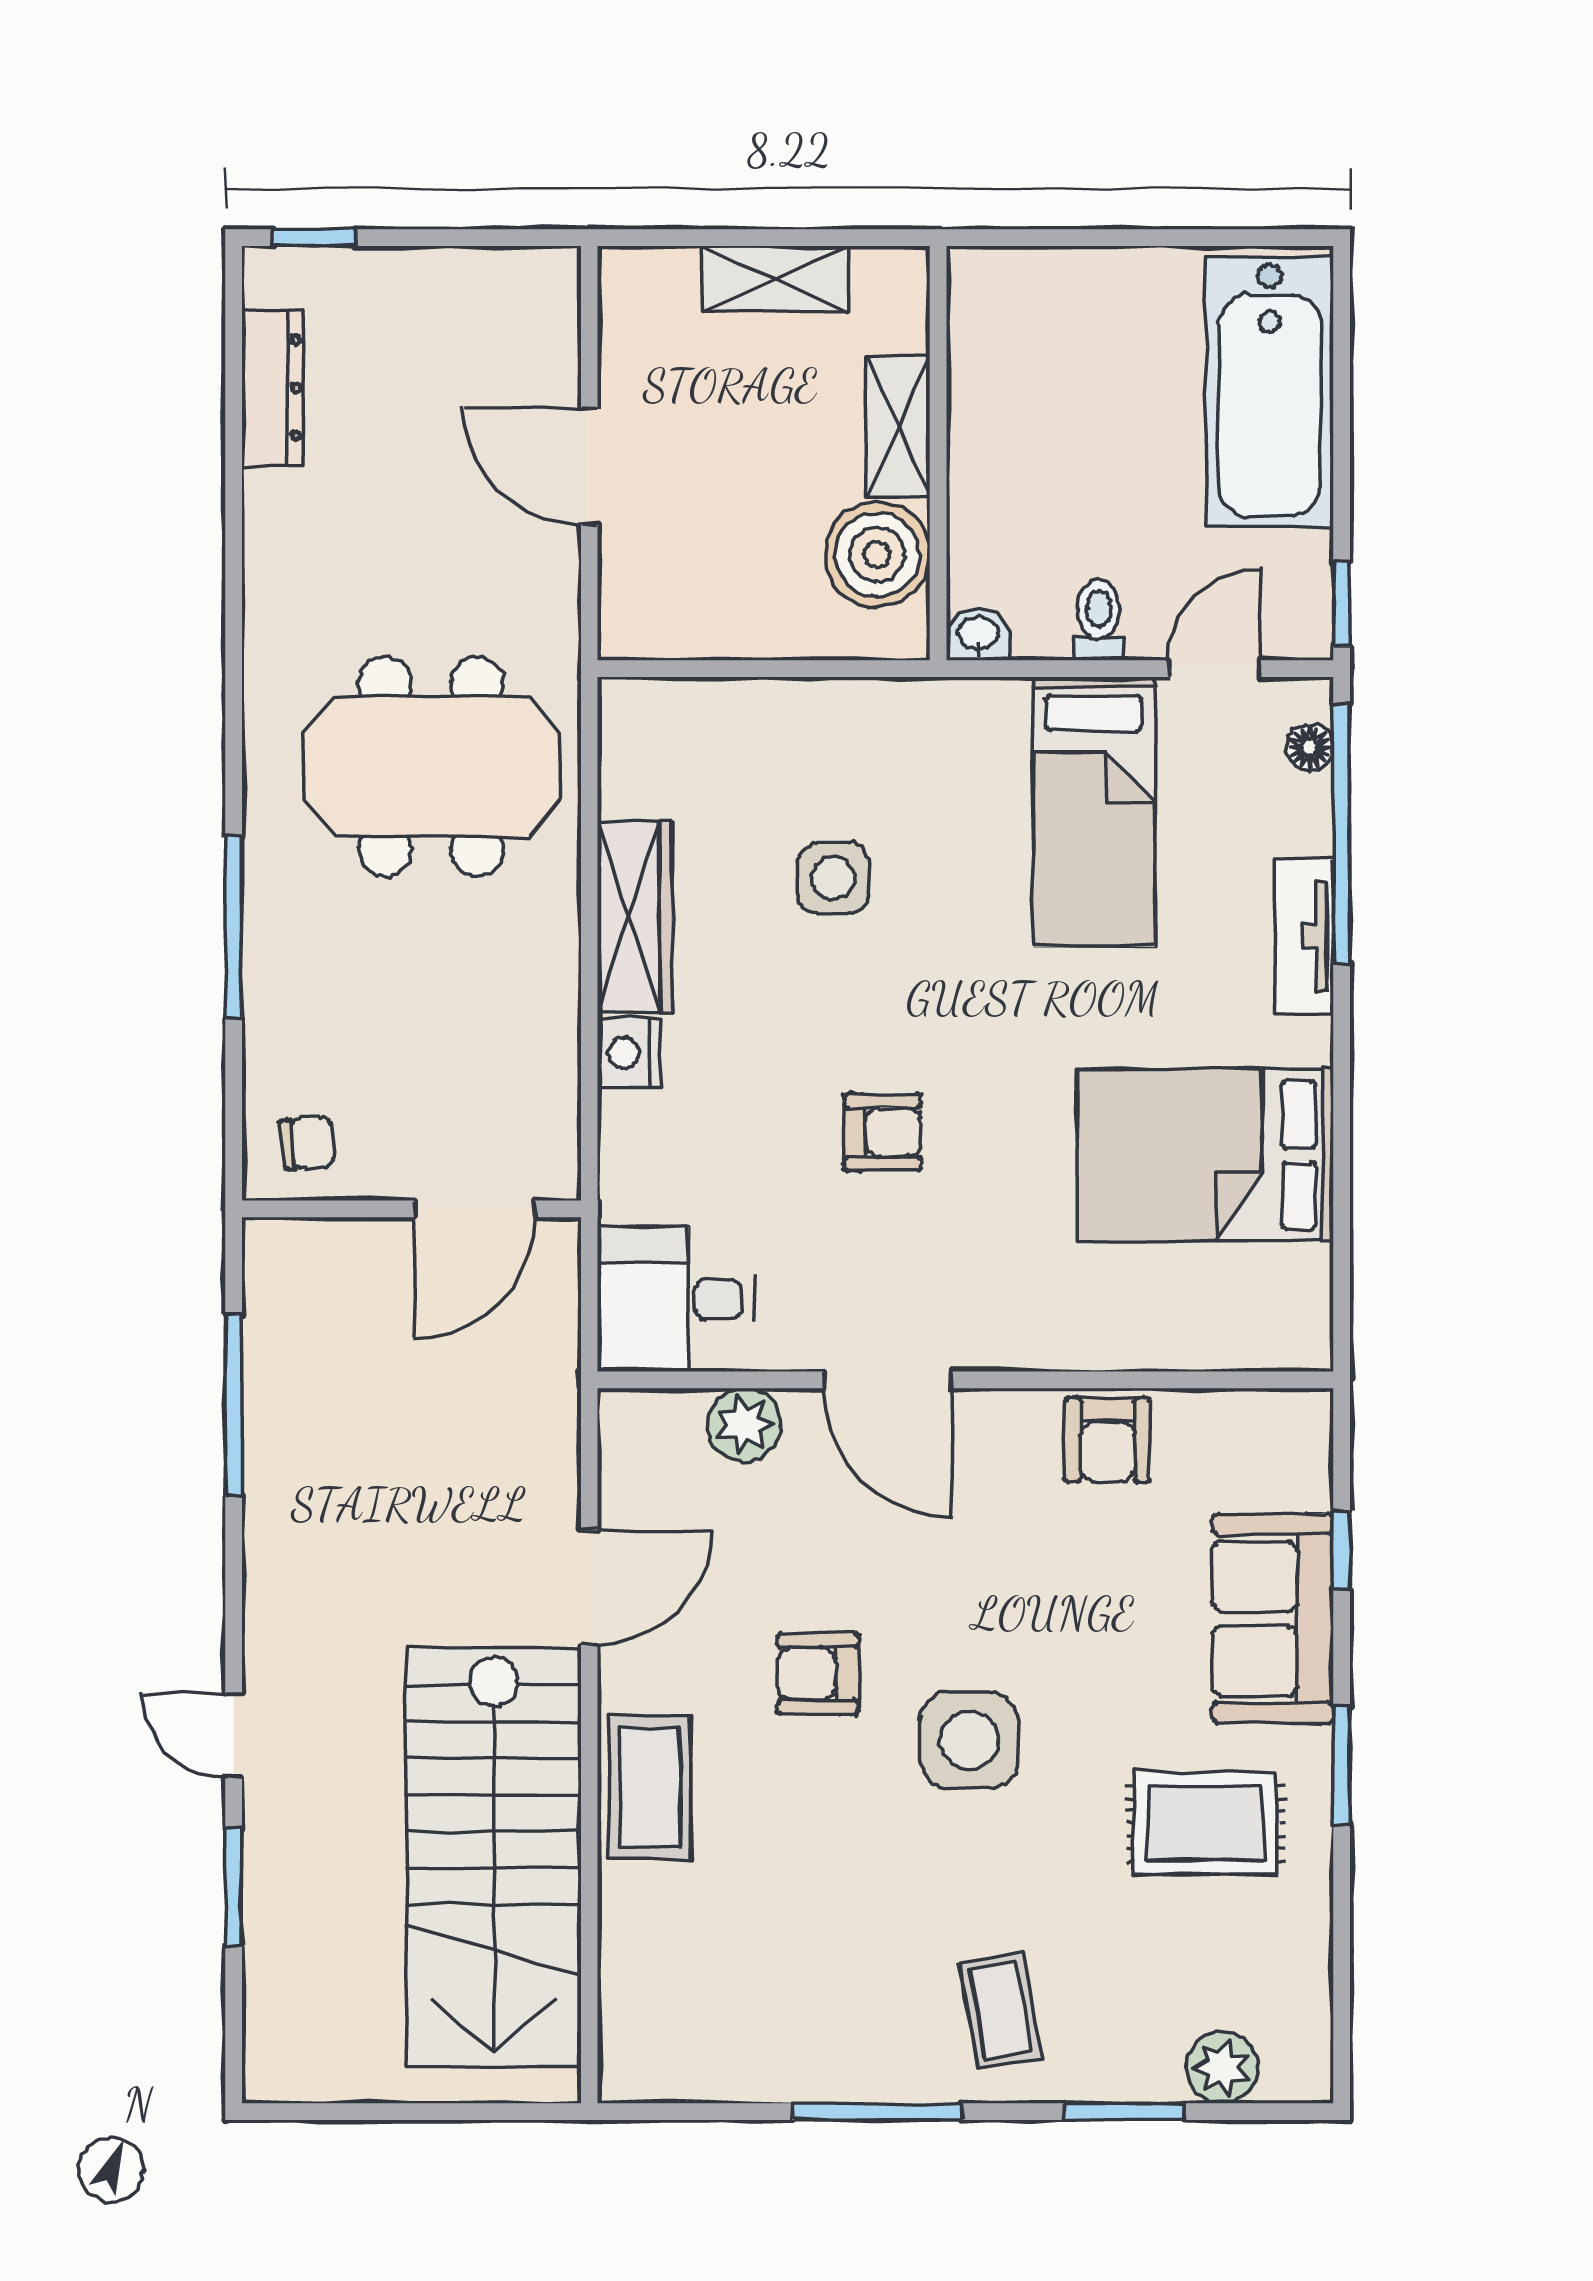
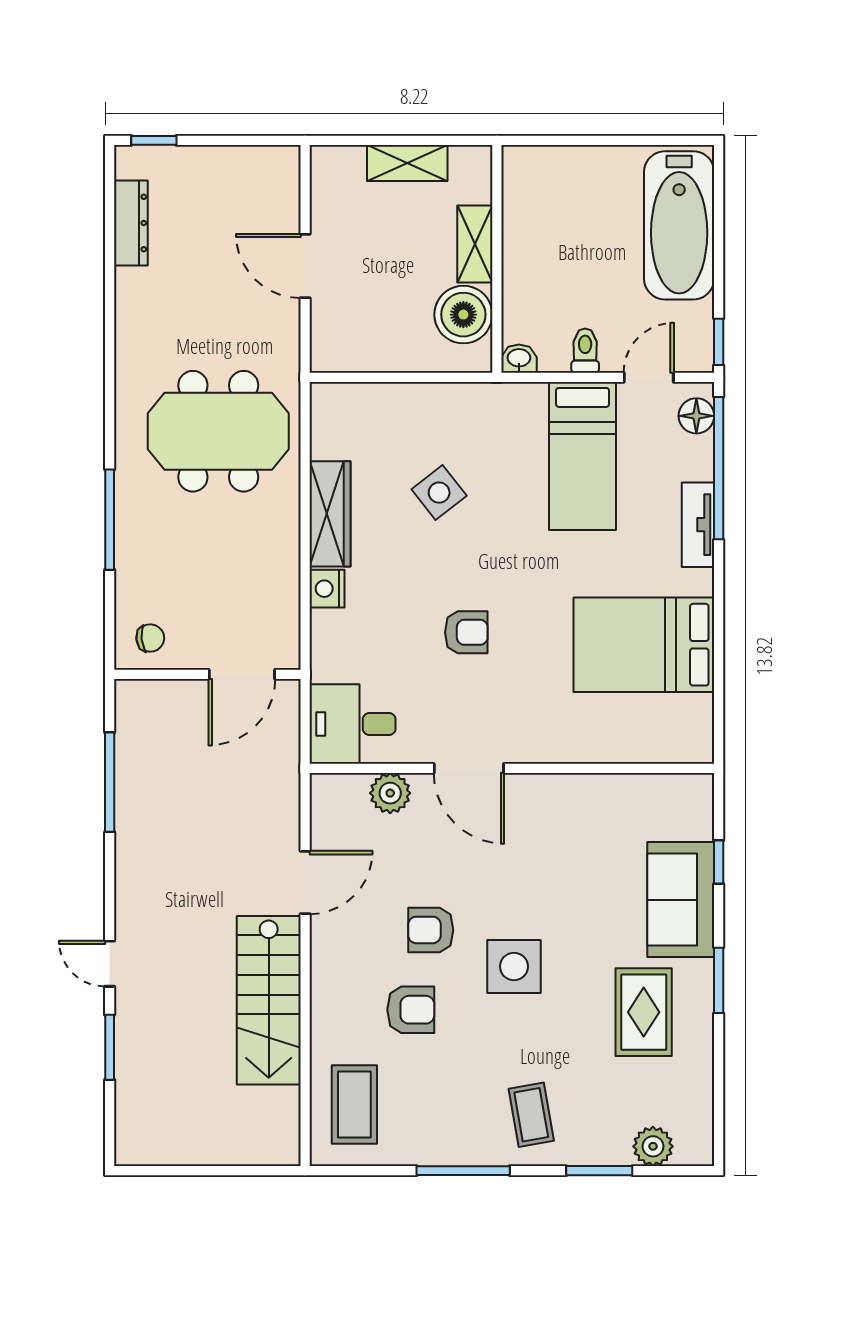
floor lamp: (1310, 747) -> (696, 416), width x1.37, depth x1.37
side table: (833, 878) -> (439, 493), turned -38
armchair: (1108, 1440) -> (411, 1010), moved, turned -90
coffee table: (650, 1787) -> (354, 1104), moved
rug: (1205, 1823) -> (644, 1012), turned 90
stairs: (494, 1858) -> (269, 1000), width x0.73, depth x0.66

